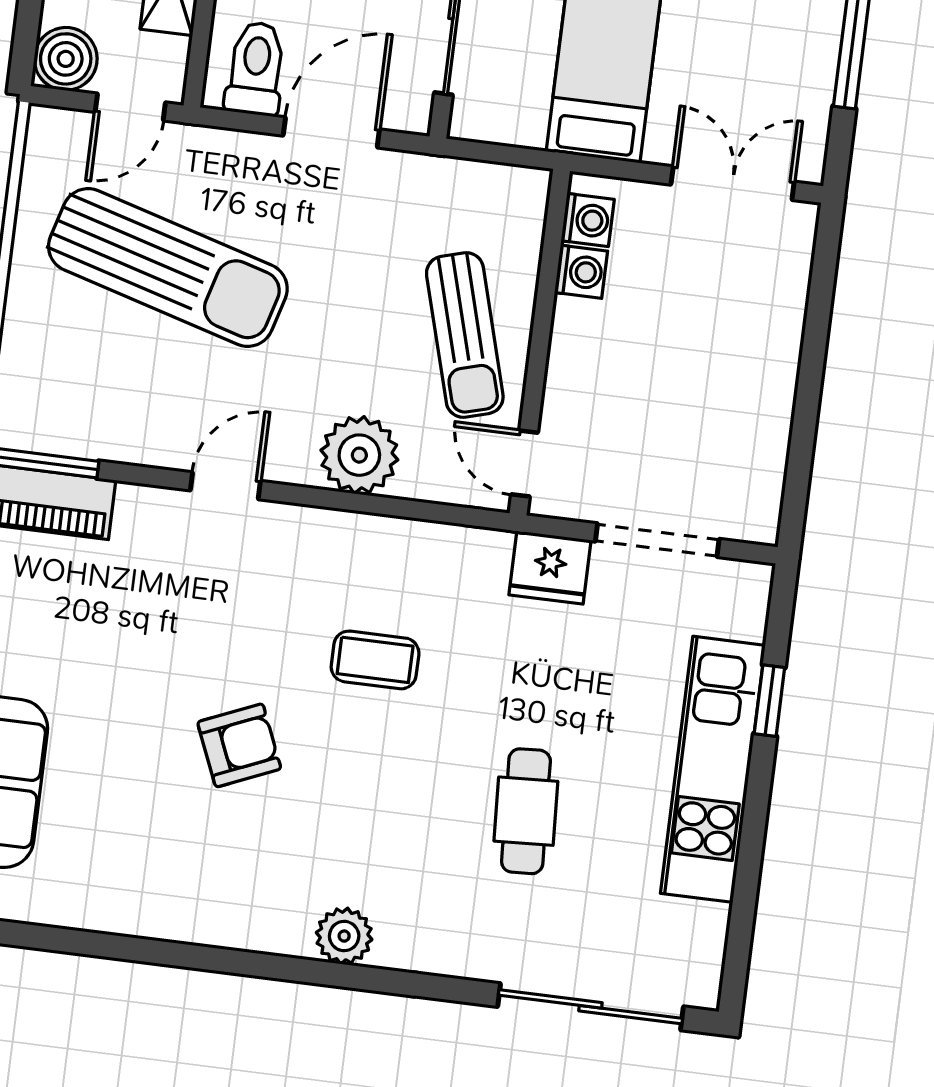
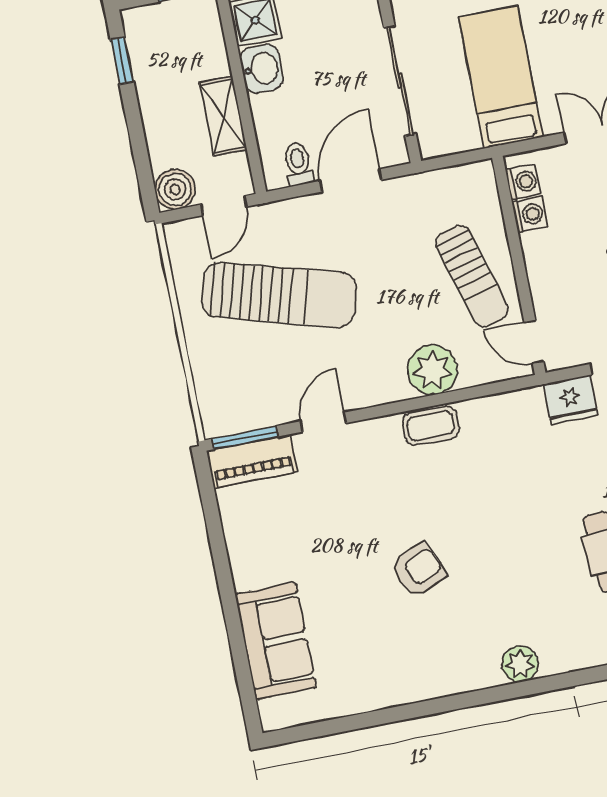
toilet: (256, 69) -> (298, 164), width x0.73, depth x0.72
door: (225, 486) -> (323, 422), moved
coffee table: (375, 660) -> (431, 426), moved

